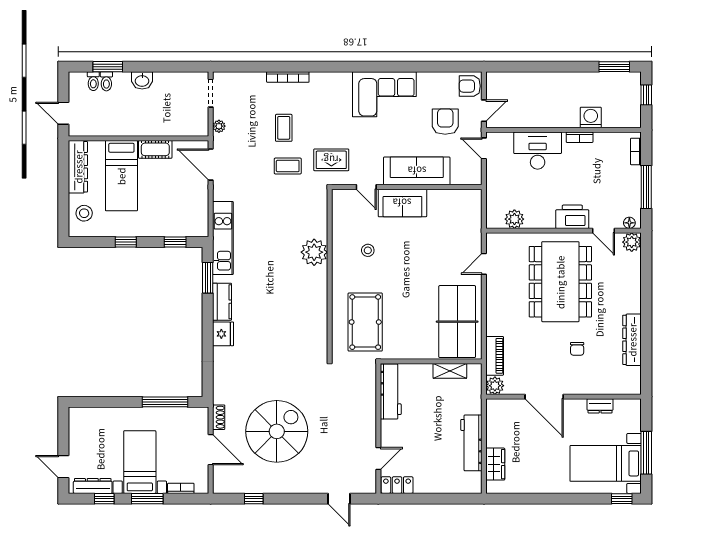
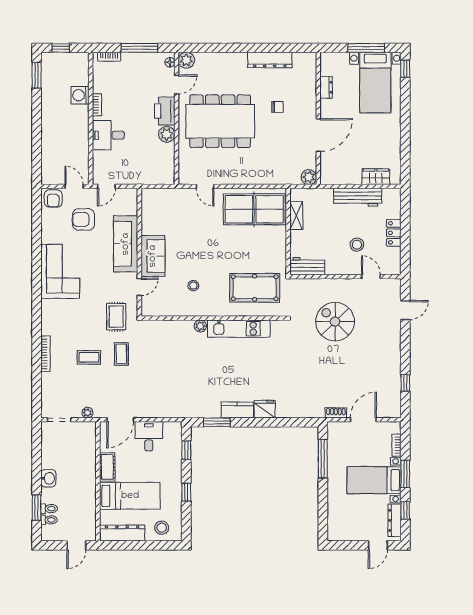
desk: (538, 151) -> (108, 135), width x0.73
desk: (191, 198) -> (149, 436), added
plant: (514, 219) -> (167, 134), moved
kitchen unit: (223, 238) -> (239, 329), moved, turned 180
plant: (314, 252) -> (200, 326), width x0.53, depth x0.53
piano: (495, 356) -> (283, 177), removed
workbench: (391, 392) -> (307, 266), width x0.73
spiral stairs: (277, 431) -> (335, 322), moved, width x0.73, depth x0.73
stool: (416, 442) -> (357, 245), added
locker: (397, 485) -> (394, 233), moved

